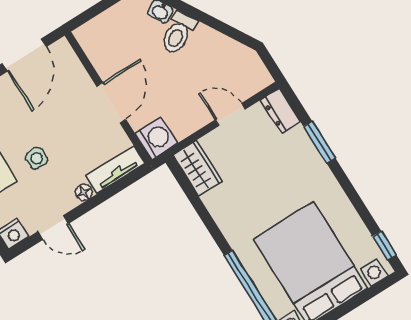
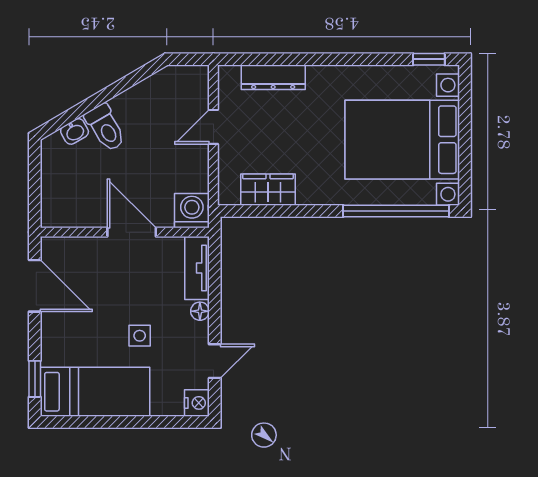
dresser: (280, 111) -> (273, 77), moved, width x1.44
window: (319, 142) -> (293, 59), removed
wardrobe: (198, 168) -> (268, 190), moved

